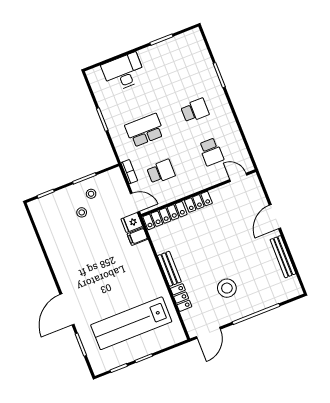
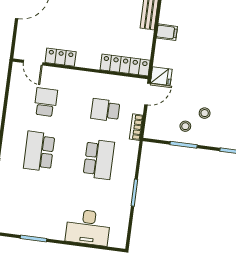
school desk: (195, 110) -> (39, 151), width x1.85
school desk: (145, 130) -> (99, 159), turned -90
door: (135, 202) -> (147, 94), swing flipped
locker: (198, 202) -> (61, 57), moved
filing cabinet: (137, 237) -> (167, 32), moved

